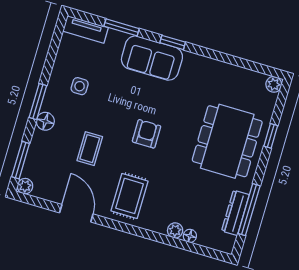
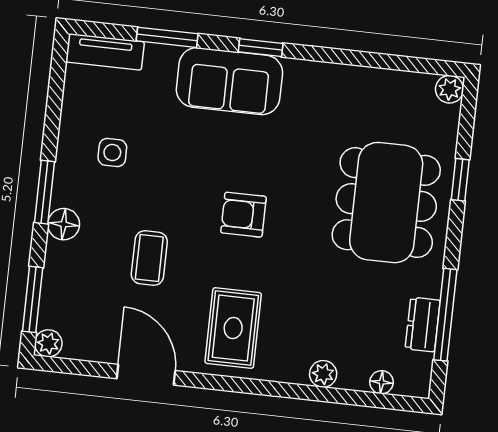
armchair: (147, 134) -> (244, 215), turned -90
dresser: (235, 213) -> (423, 325), width x0.70
floor lamp: (190, 236) -> (382, 382), moved

